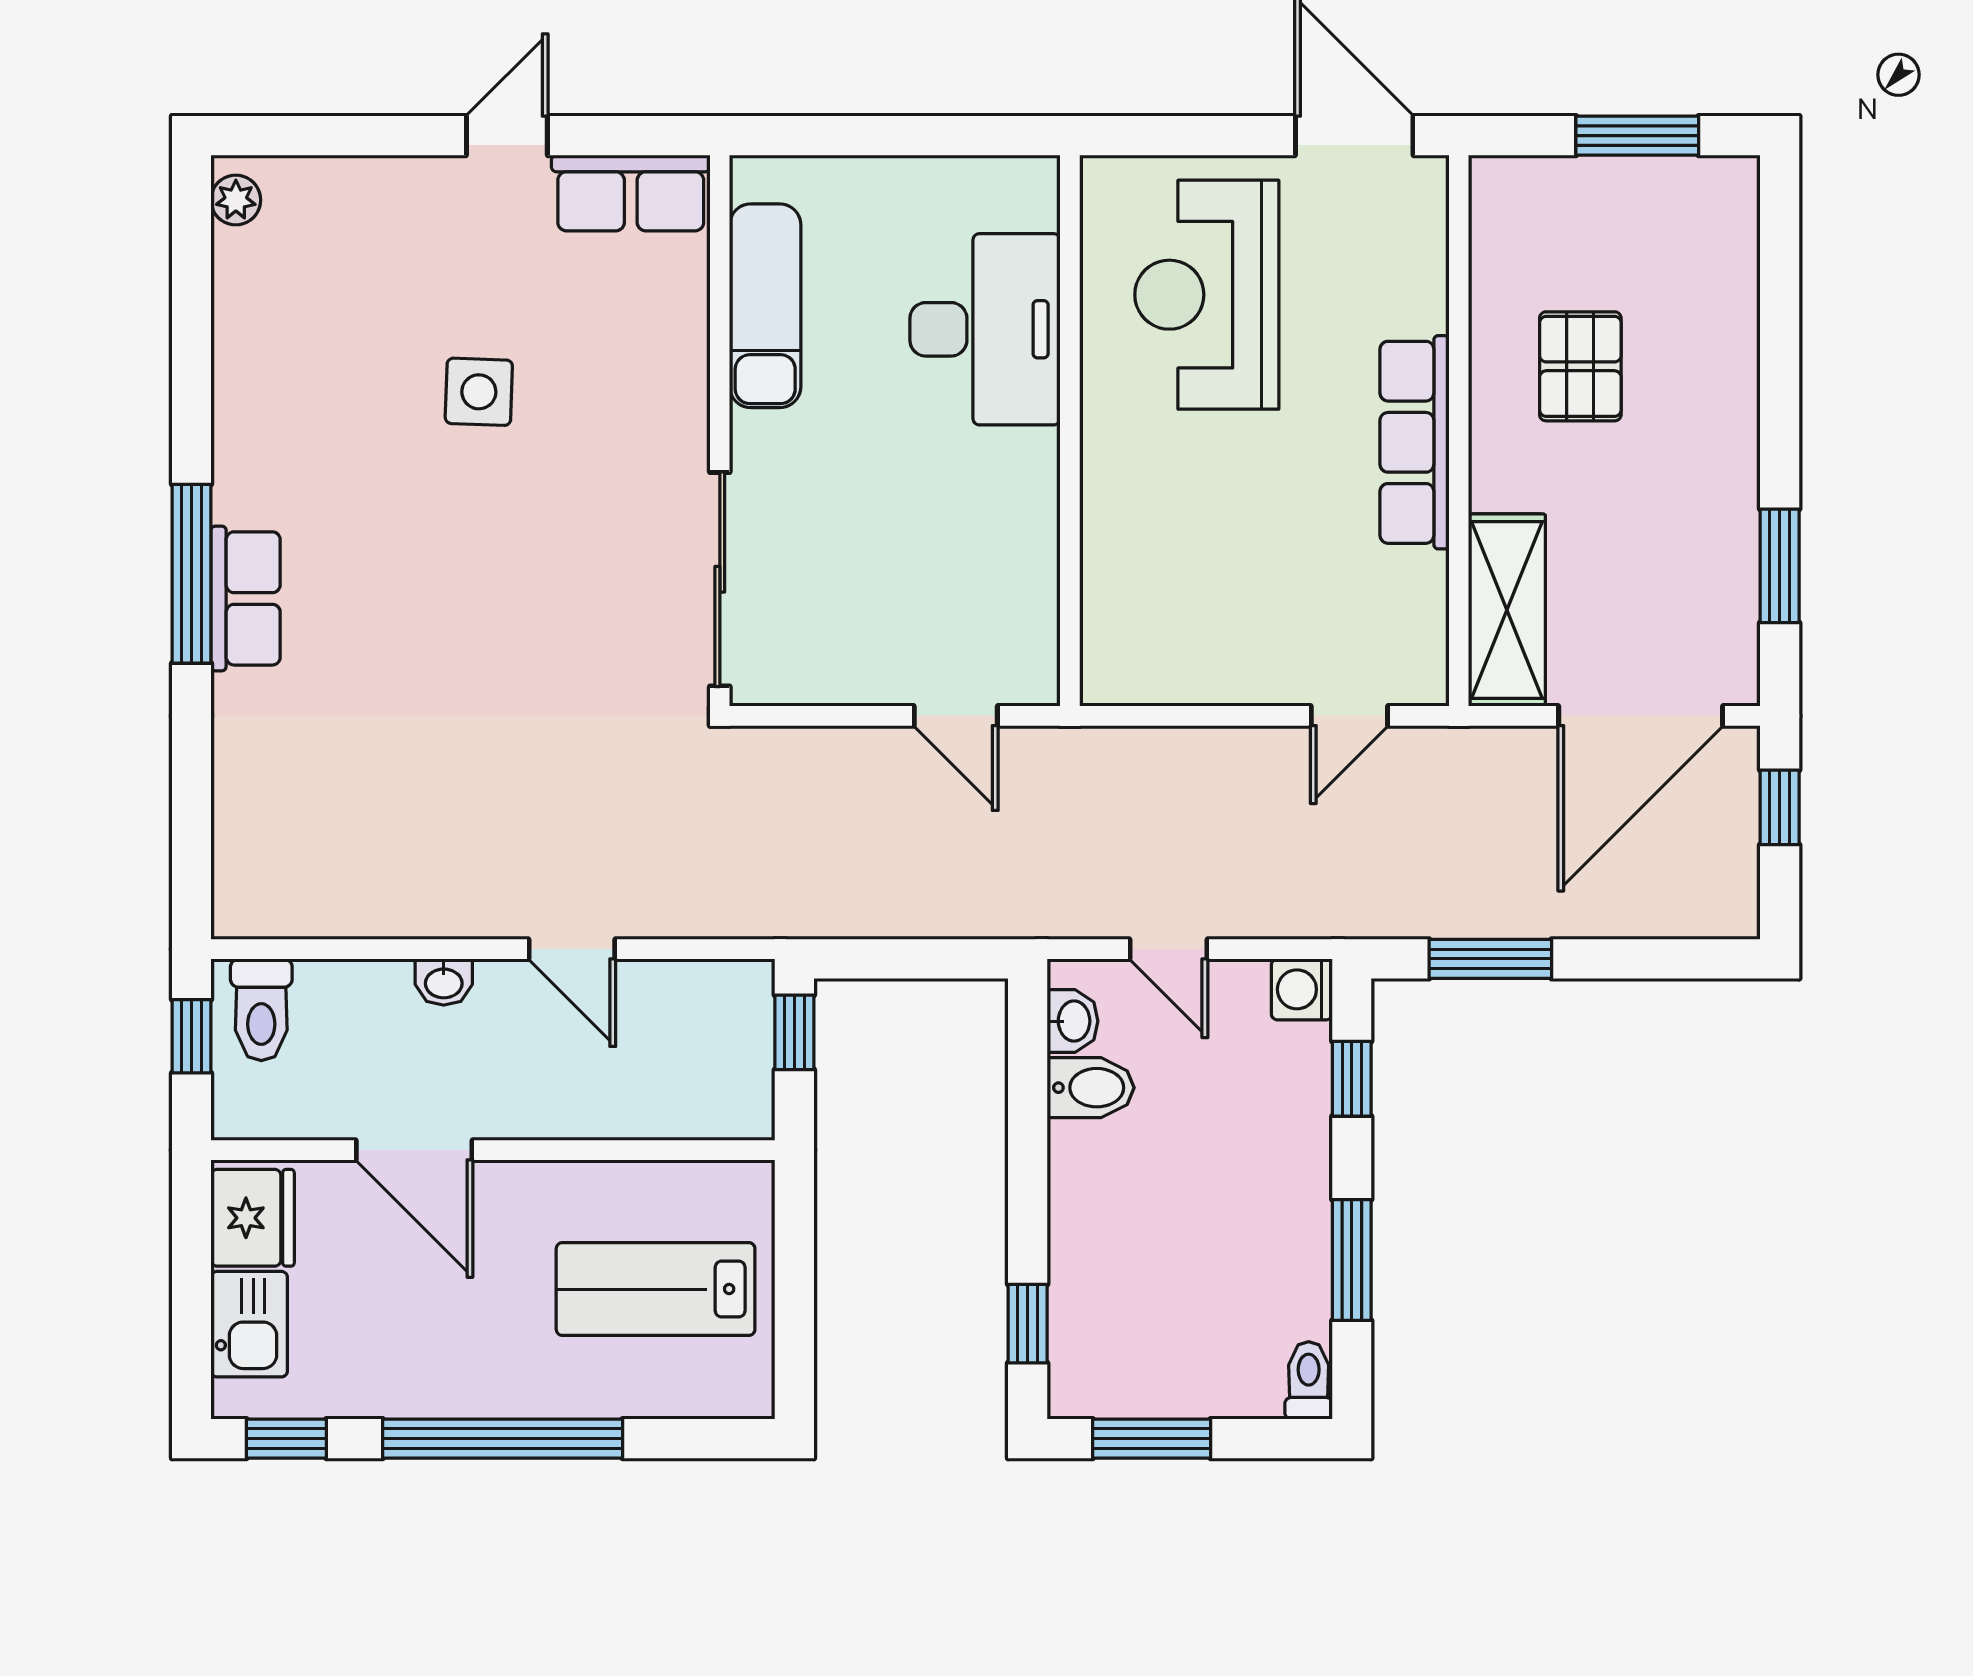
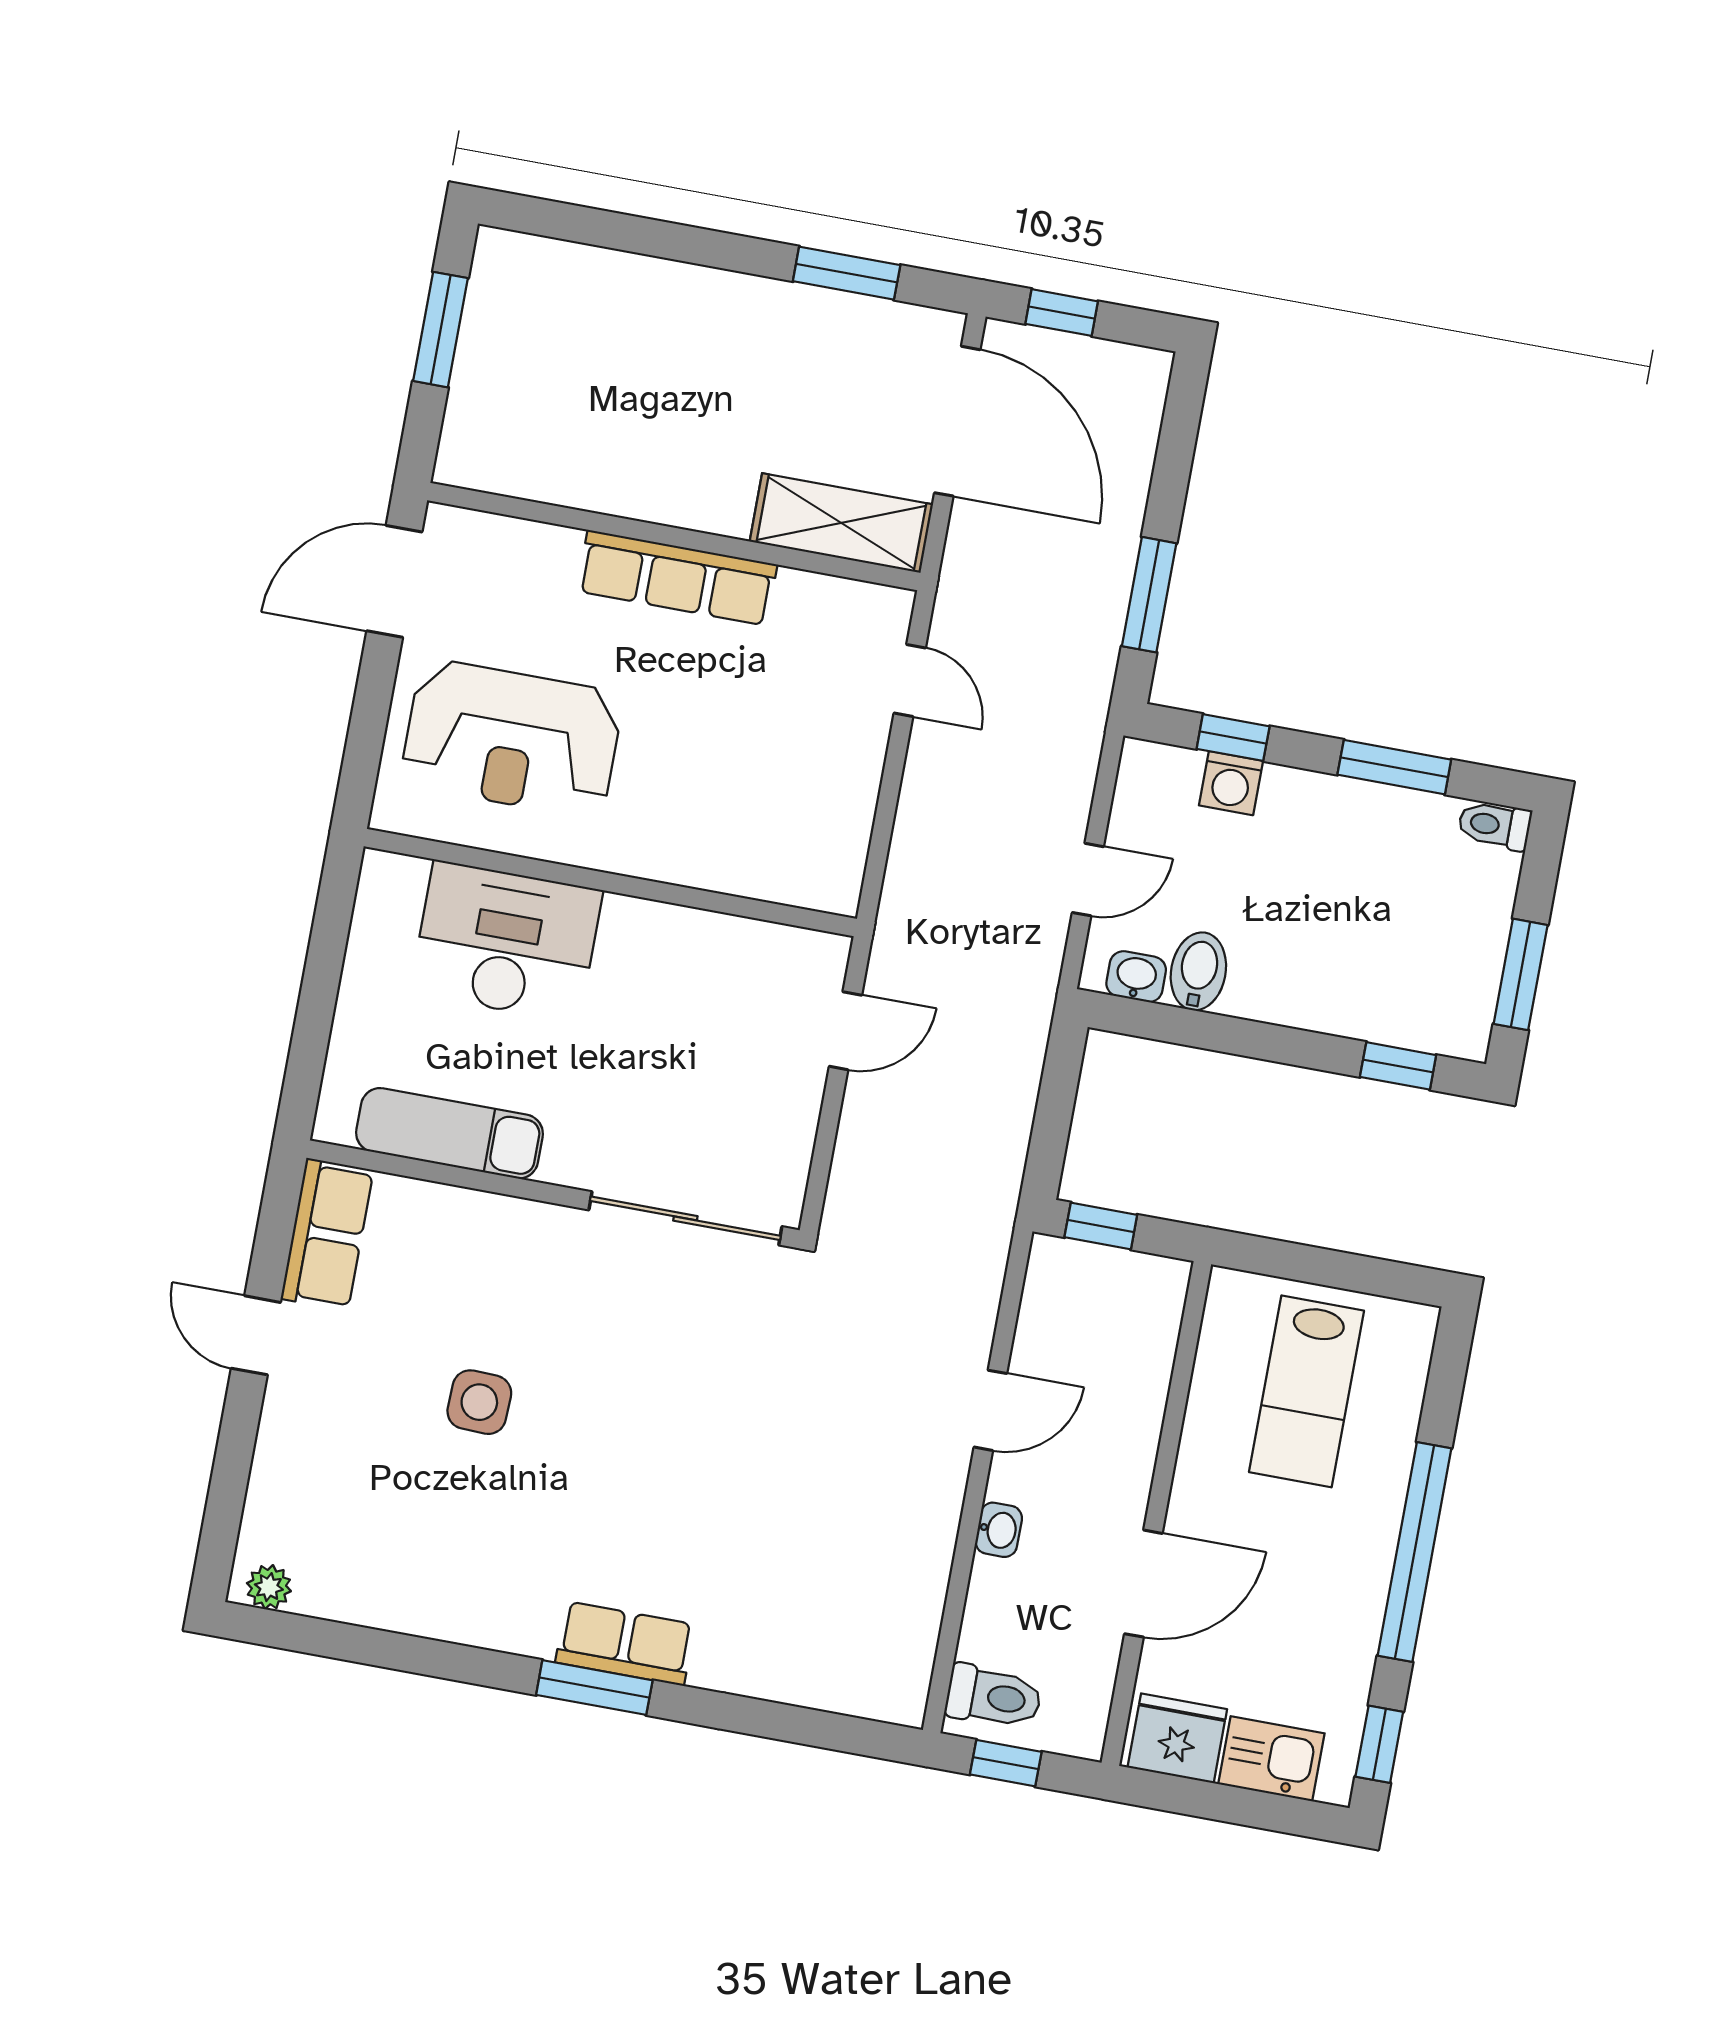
pallet: (1580, 366) -> (637, 418), removed
window: (191, 574) -> (594, 1688), width x0.69
washing machine: (1302, 989) -> (1231, 783), moved

